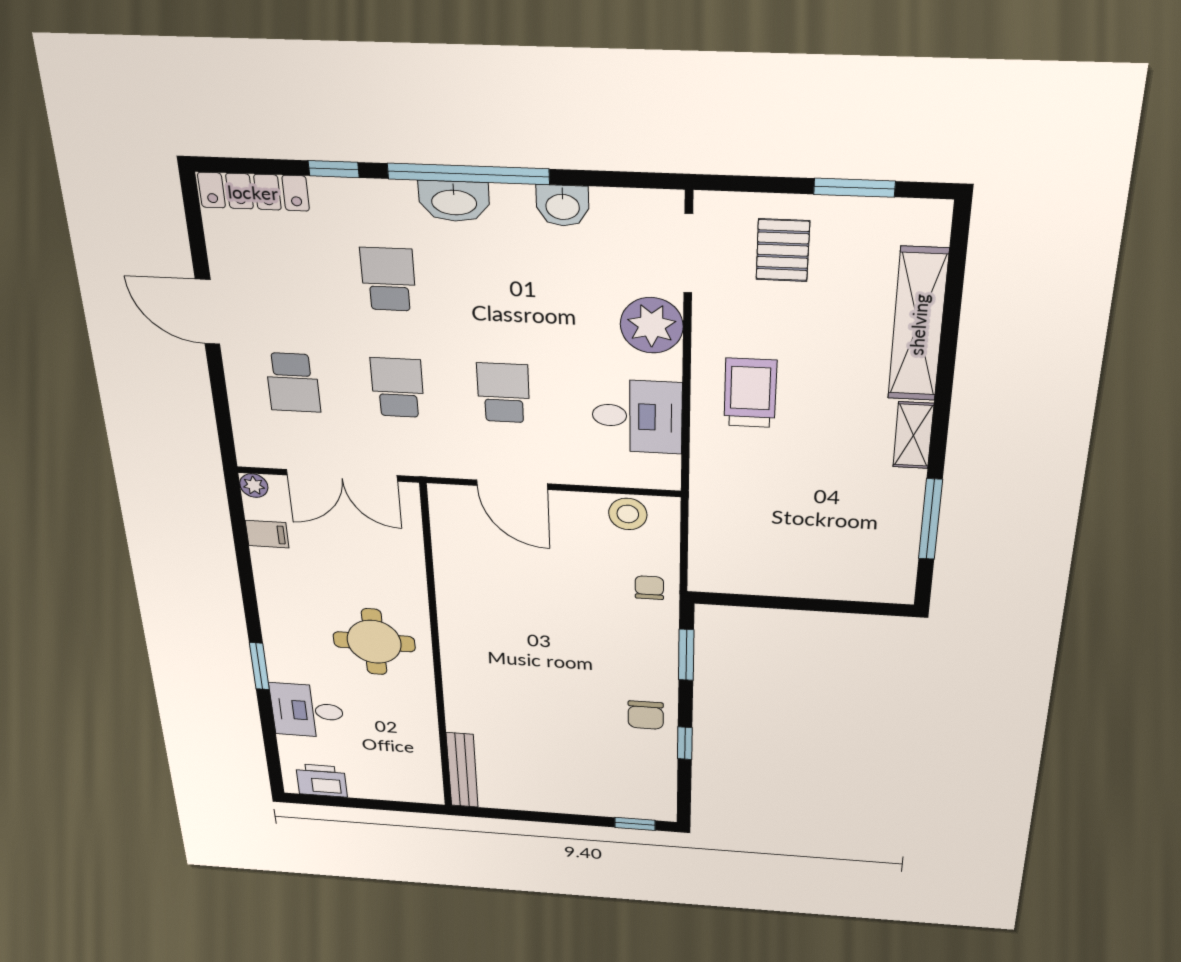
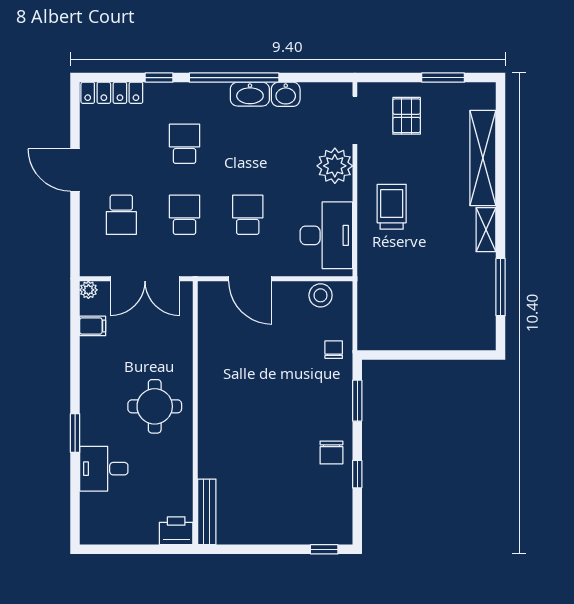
washbasin: (454, 201) -> (250, 94), moved
desk: (637, 416) -> (326, 235), width x1.37
printer: (322, 781) -> (176, 531), moved

